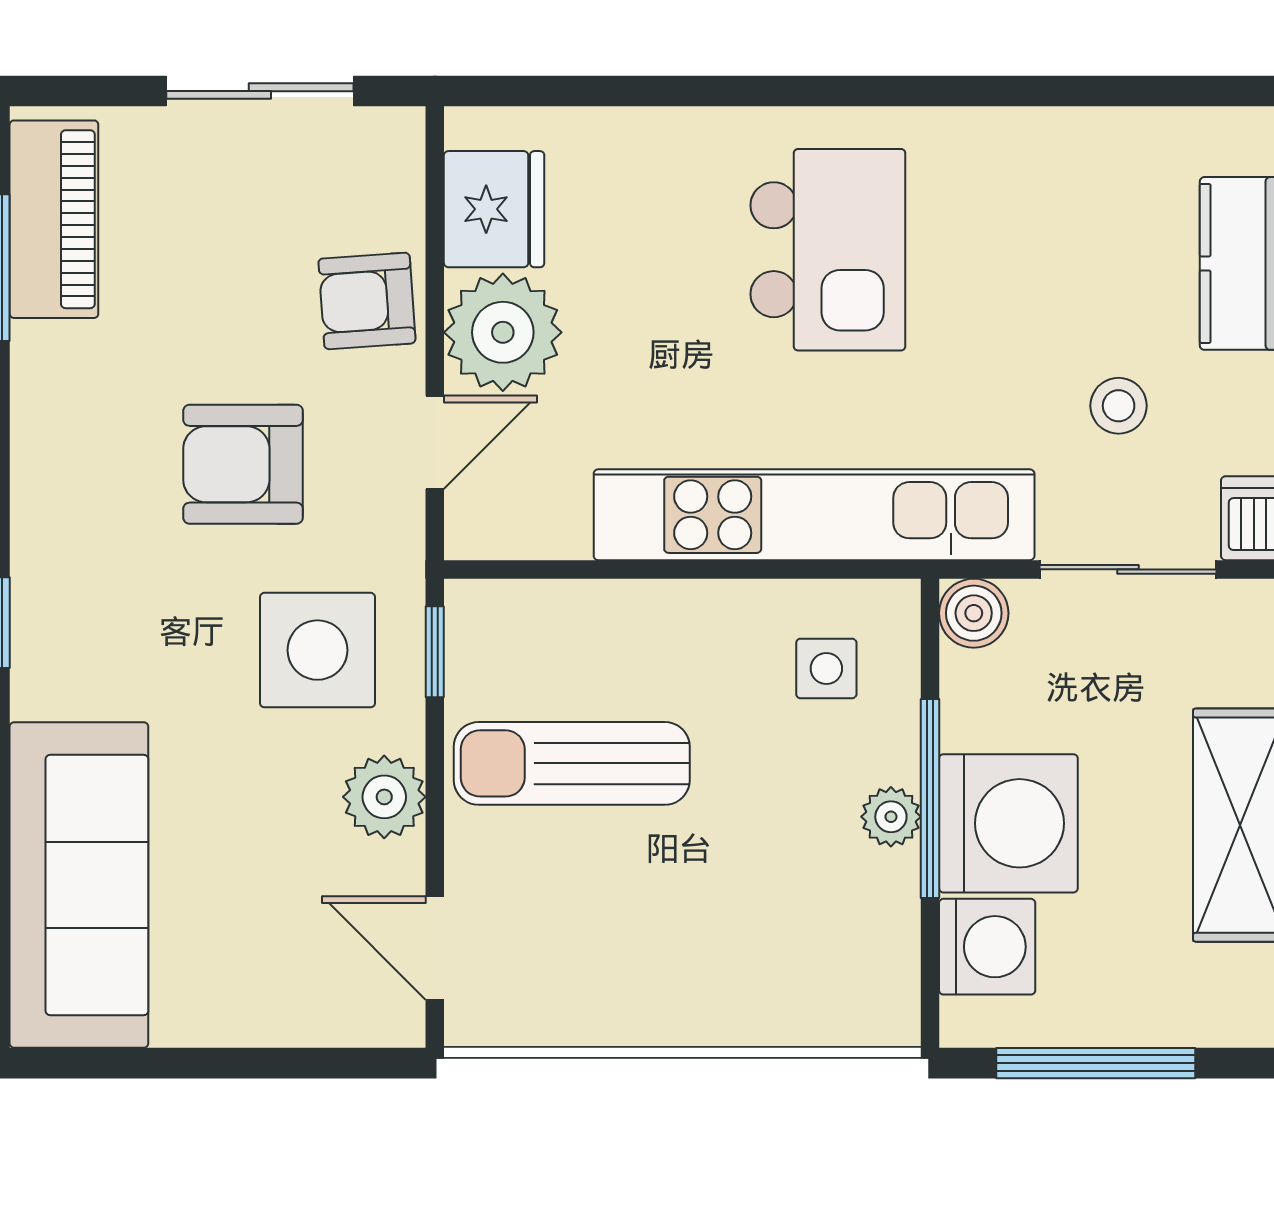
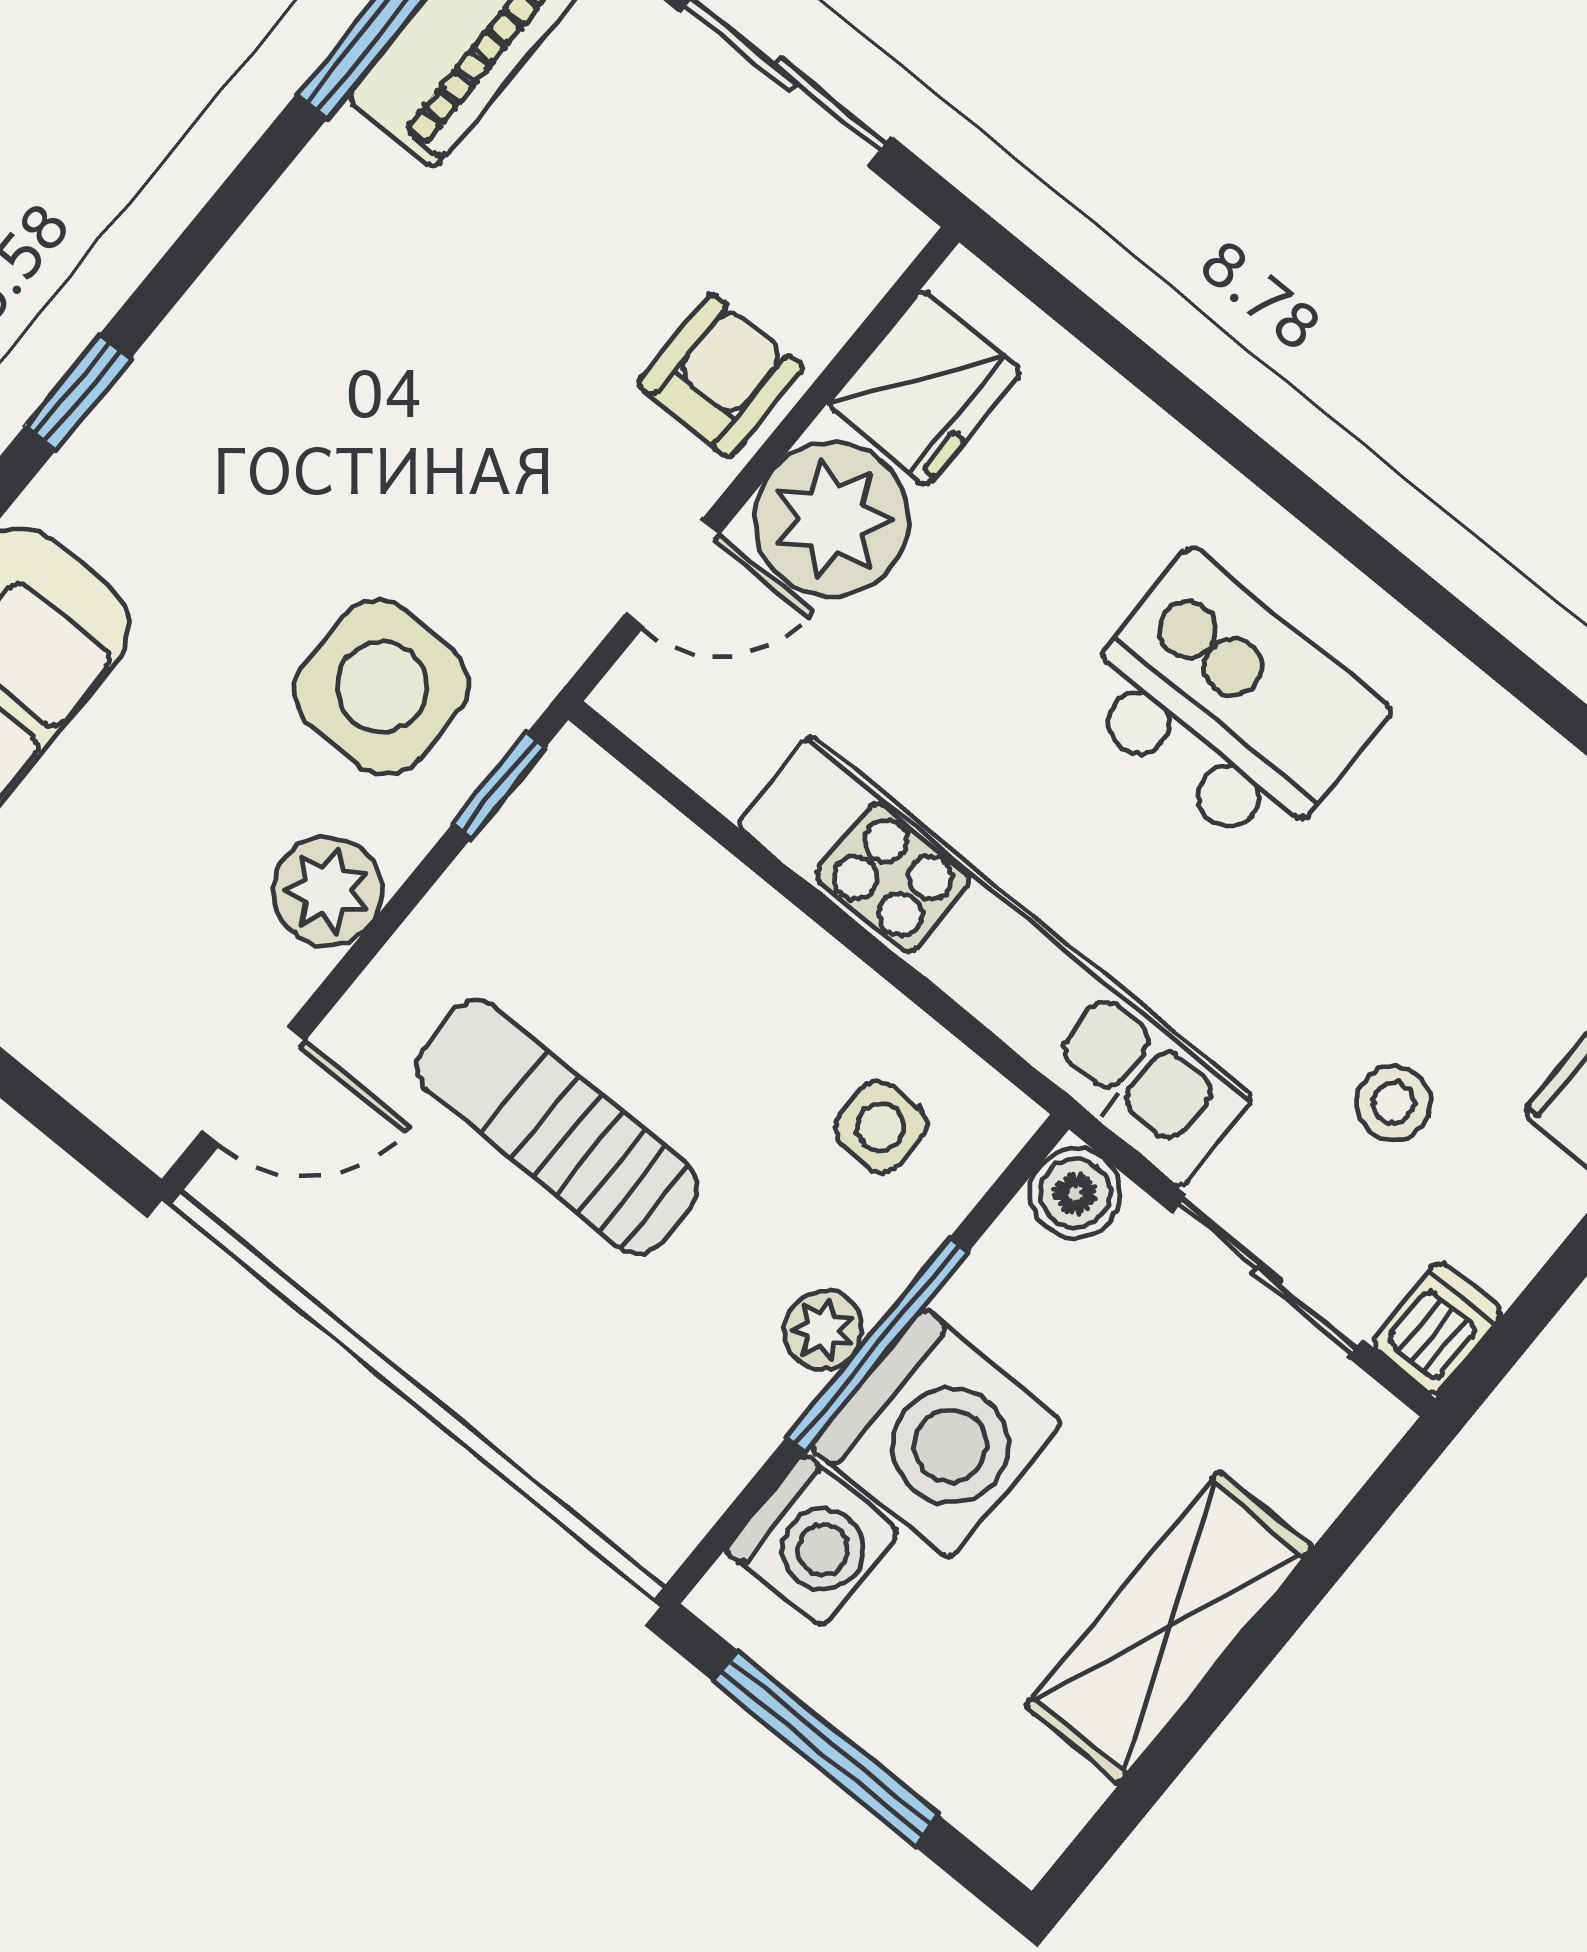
kitchen island: (828, 250) -> (1229, 705), turned -90
armchair: (367, 301) -> (720, 375), turned 94
armchair: (243, 464) -> (460, 438), removed
sun lounger: (572, 763) -> (557, 1127), moved
door: (435, 948) -> (254, 1086), swing flipped

